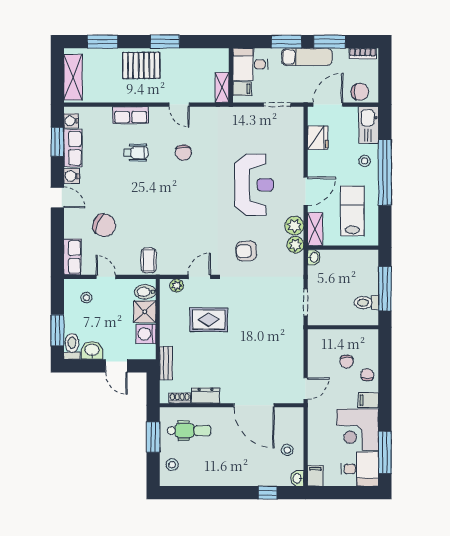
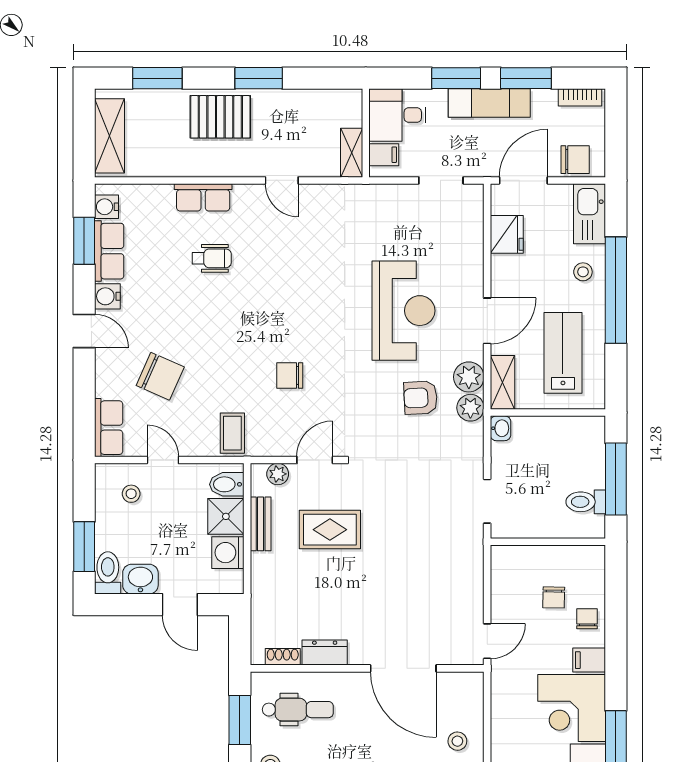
chair: (183, 153) -> (290, 376), moved, turned 90
armchair: (246, 251) -> (421, 398), moved
bench: (166, 363) -> (261, 524), moved

